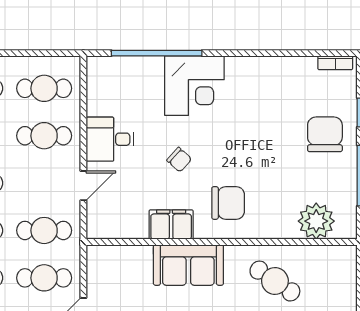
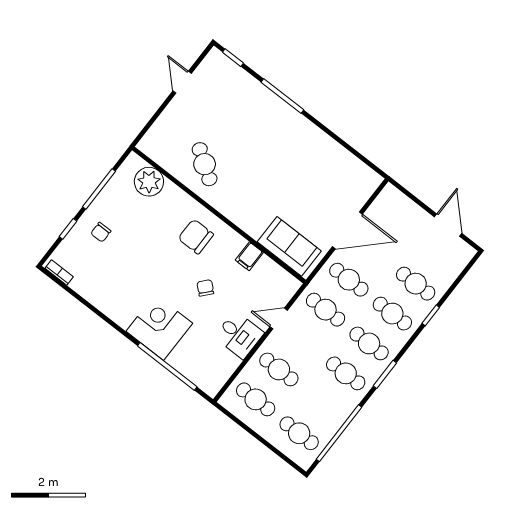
chair: (325, 134) -> (101, 232), width x0.54, depth x0.54
filing cabinet: (171, 225) -> (249, 256), width x0.50
sofa: (188, 265) -> (289, 246), moved

